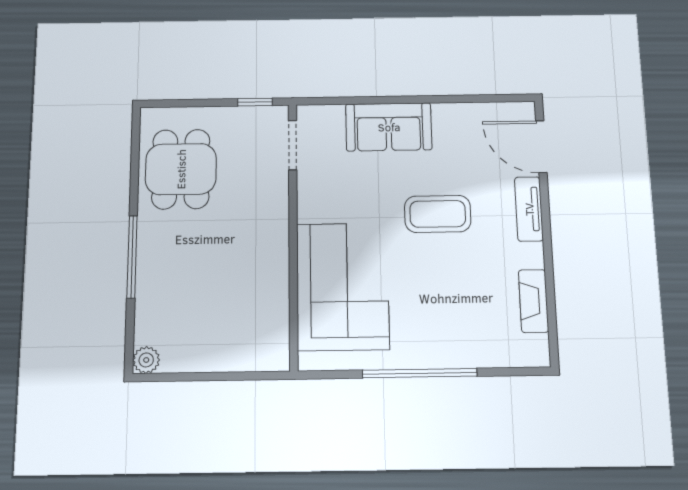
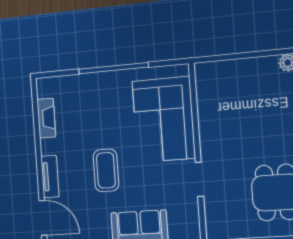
doorway: (293, 145) -> (199, 179), moved
coffee table: (438, 214) -> (106, 170), turned 90

